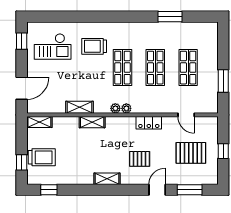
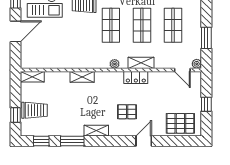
door: (22, 88) -> (15, 31), moved
shelving: (79, 107) -> (141, 63), moved
plant: (115, 108) -> (197, 64), moved
door: (186, 115) -> (182, 70), moved
pallet: (191, 153) -> (180, 123), moved
window: (190, 190) -> (72, 141), moved

